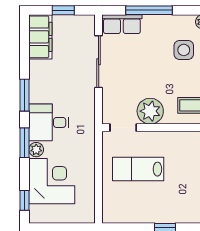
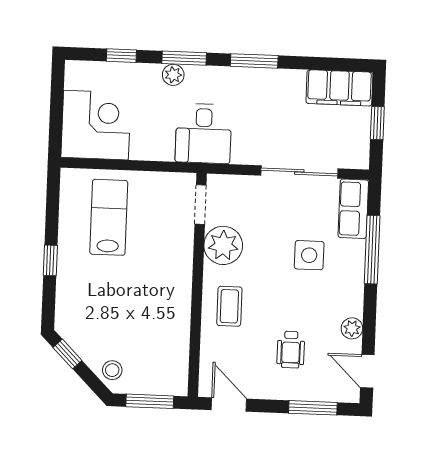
side table: (184, 50) -> (309, 255), moved
desk: (49, 122) -> (203, 134), moved, turned 180
lab bench: (138, 169) -> (109, 217), moved
corner desk: (52, 181) -> (96, 125), moved, turned -90
window: (25, 200) -> (121, 56), moved

